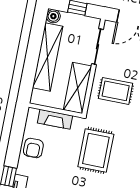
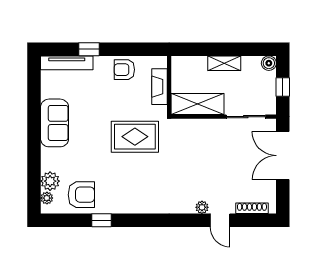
shelving: (48, 57) -> (224, 63), width x0.45, depth x0.75
rug: (116, 91) -> (202, 145), removed

